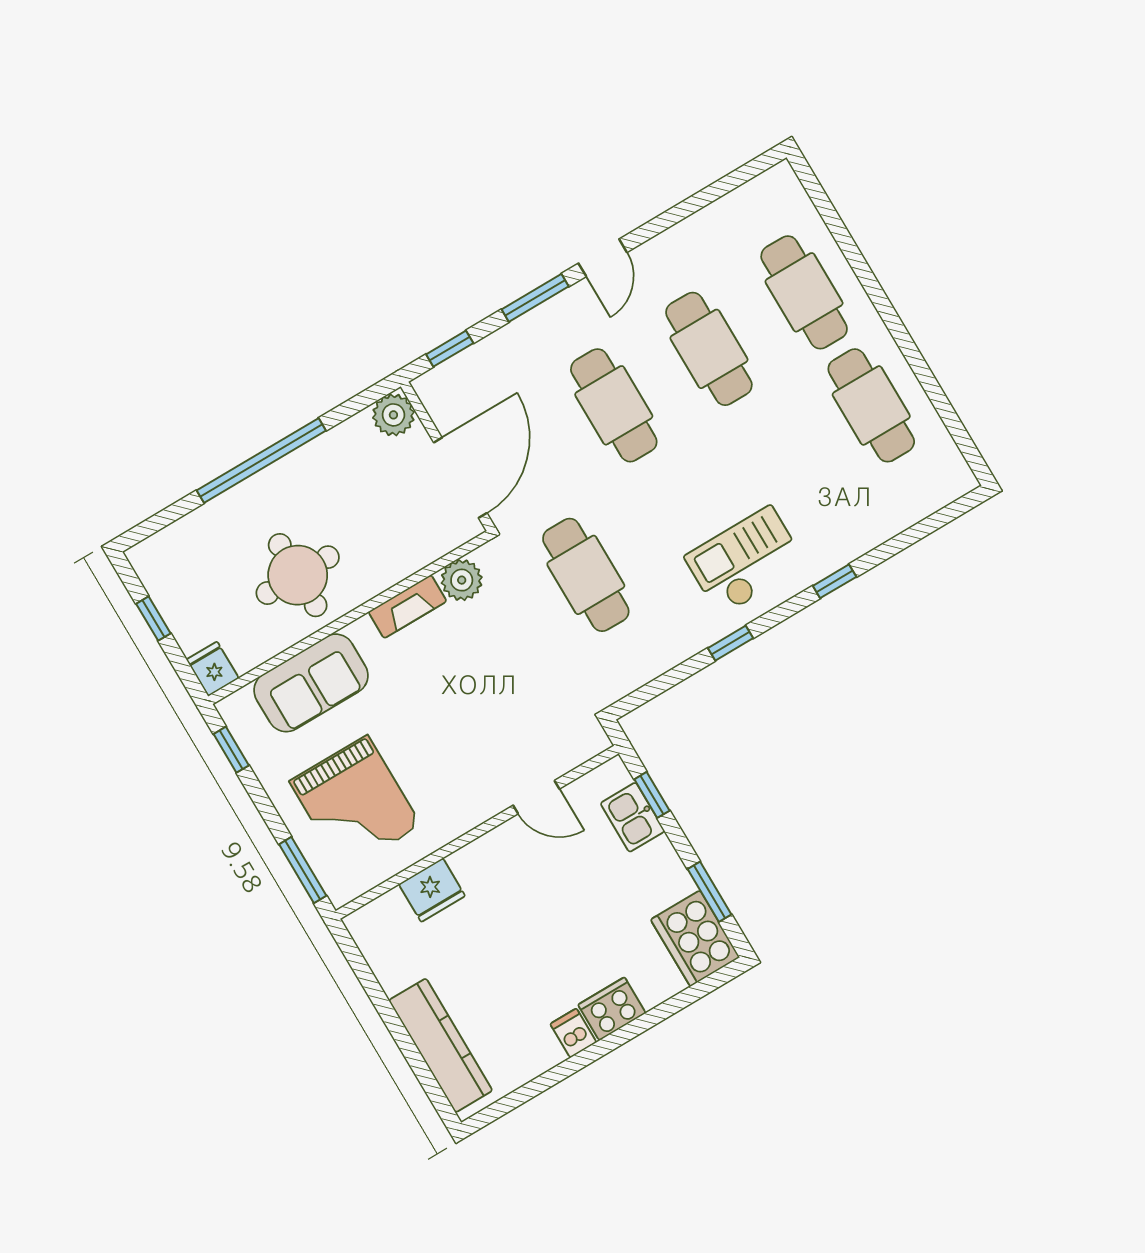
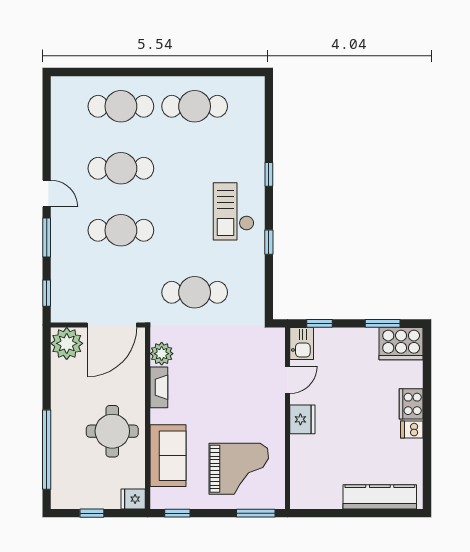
plant: (393, 415) -> (67, 343), width x1.36, depth x1.36
window: (261, 461) -> (47, 450), moved
door: (460, 478) -> (112, 325), swing flipped
kitchen sink: (633, 817) -> (302, 344), moved, turned -90
fridge: (432, 890) -> (302, 419), moved

